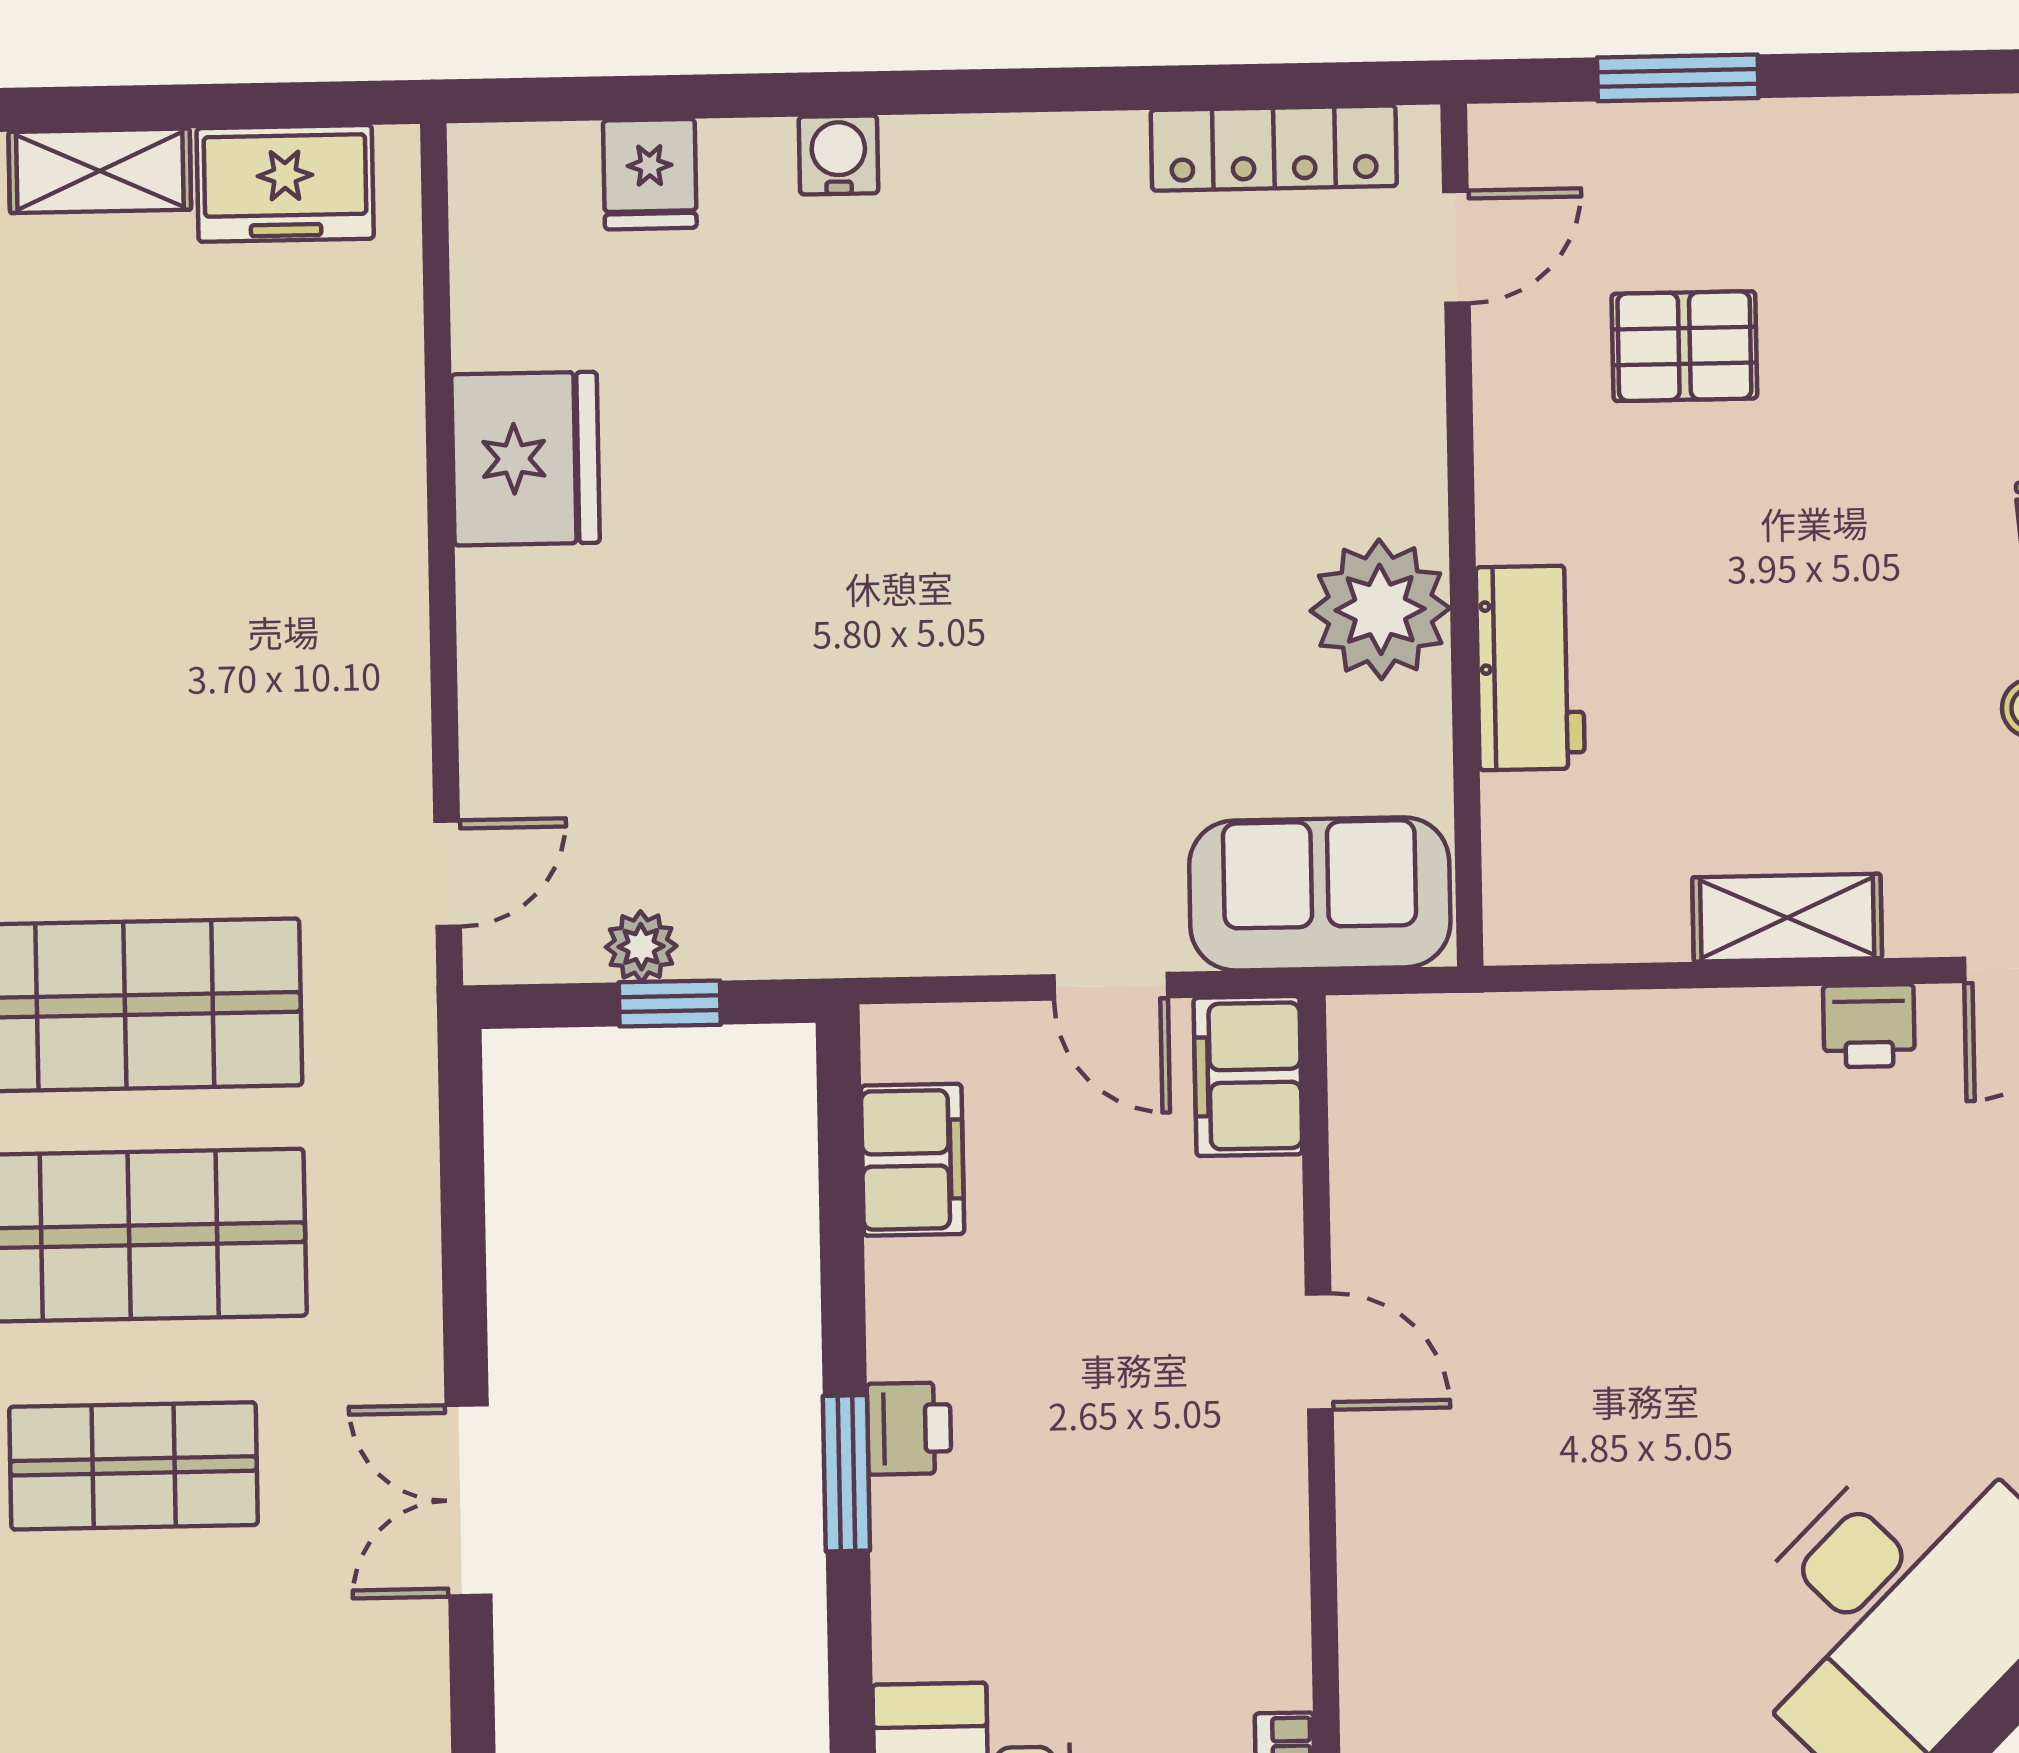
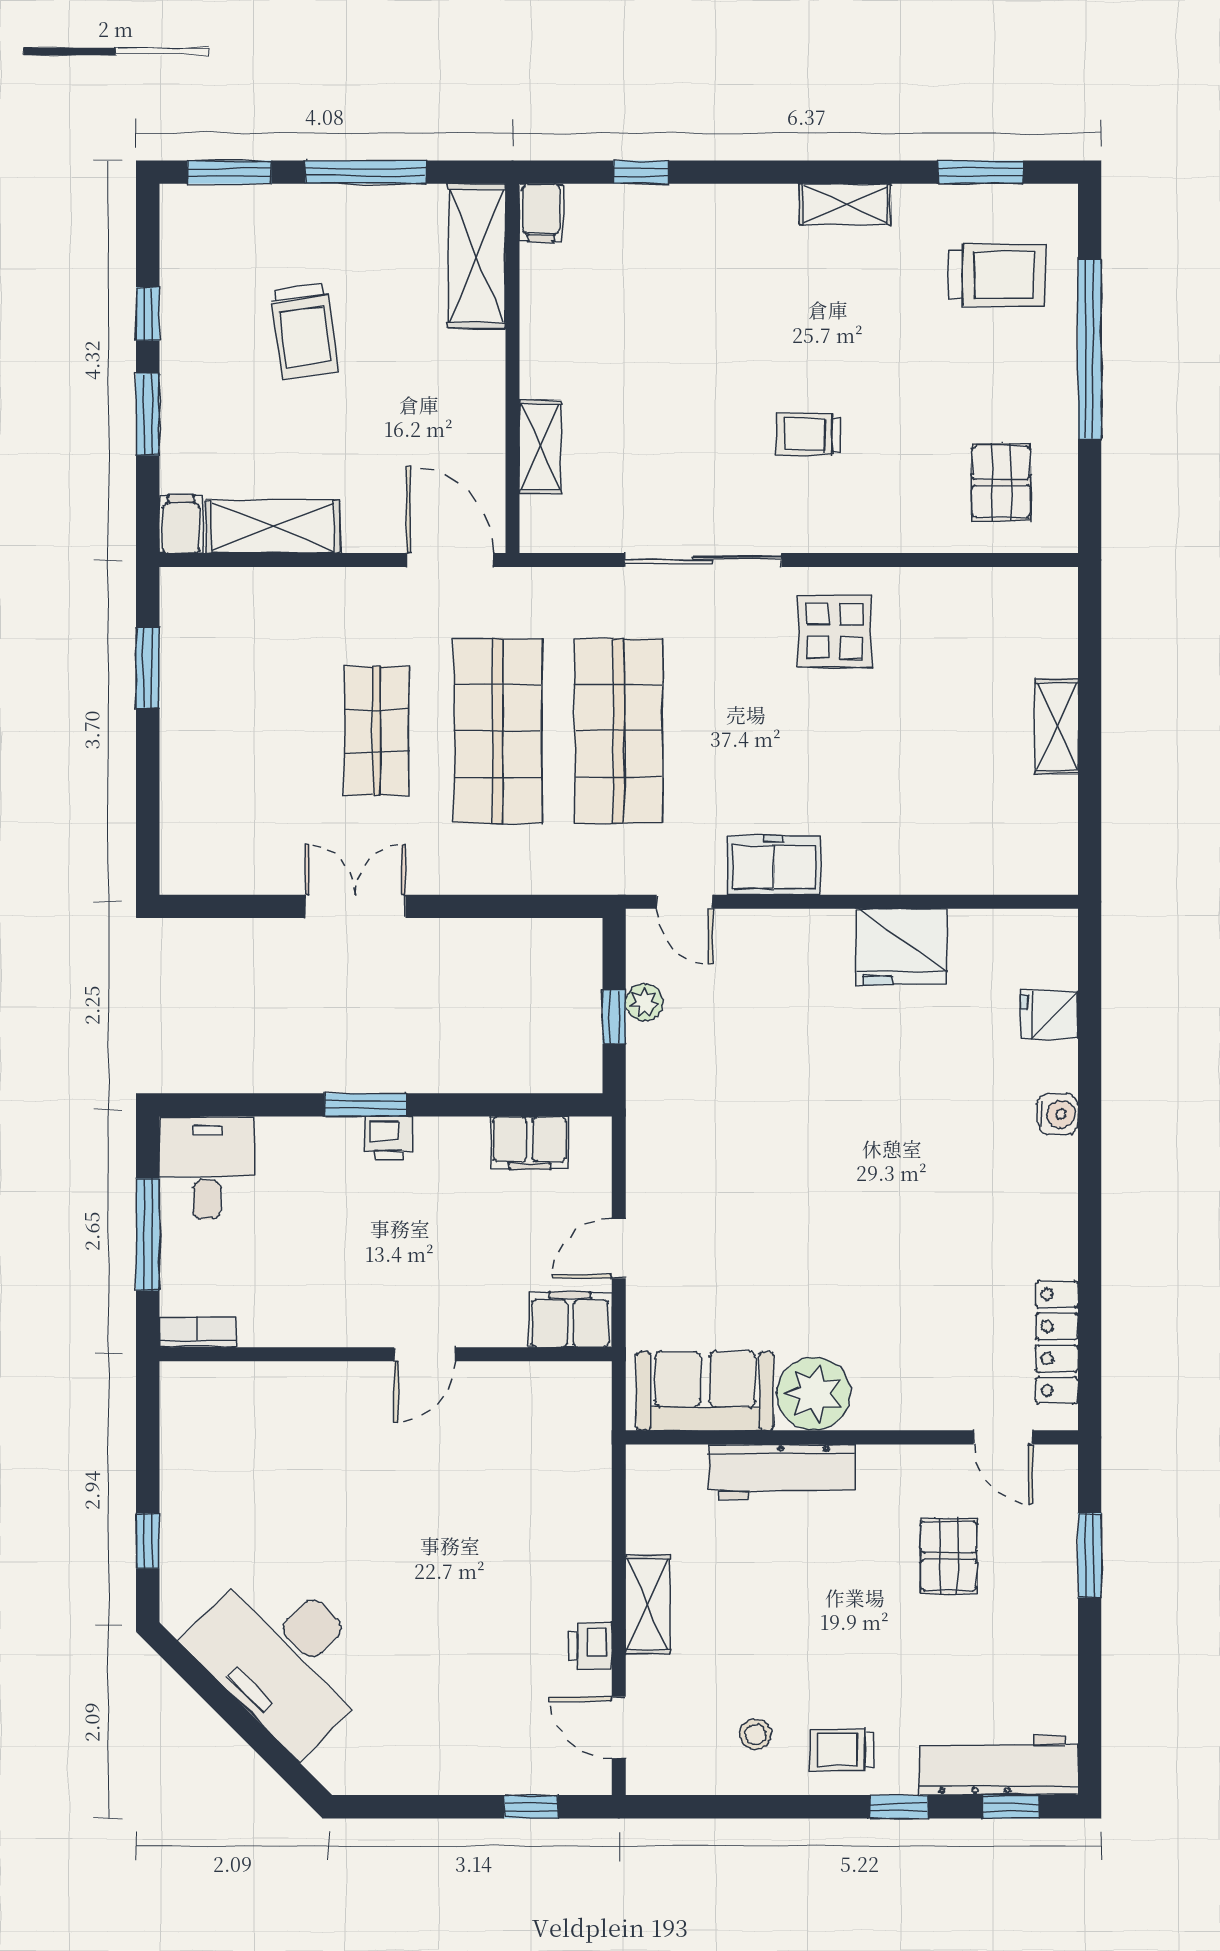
freezer: (285, 183) -> (774, 865), moved, turned 90
workbench: (1530, 668) -> (782, 1472), width x1.38
sofa: (1320, 894) -> (705, 1391), moved, turned -90

